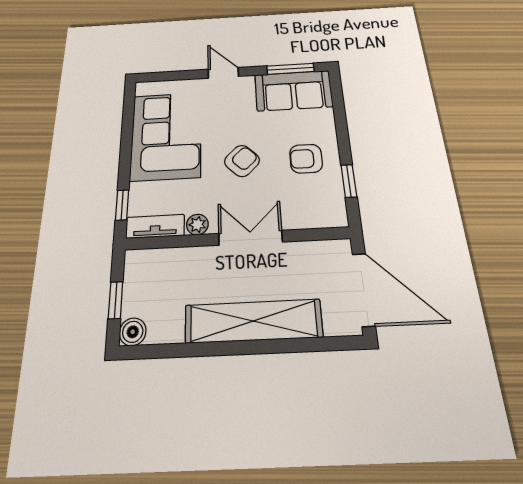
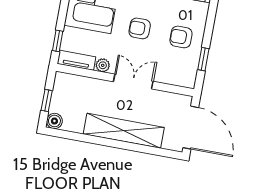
armchair: (242, 161) -> (140, 28), turned -135

